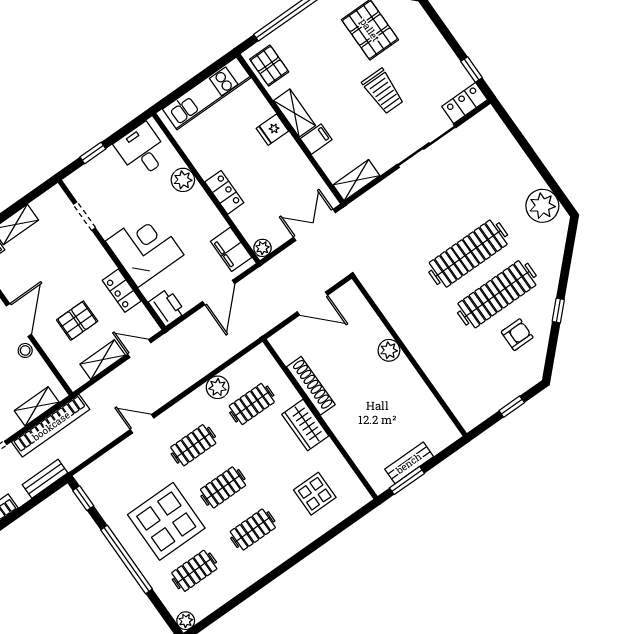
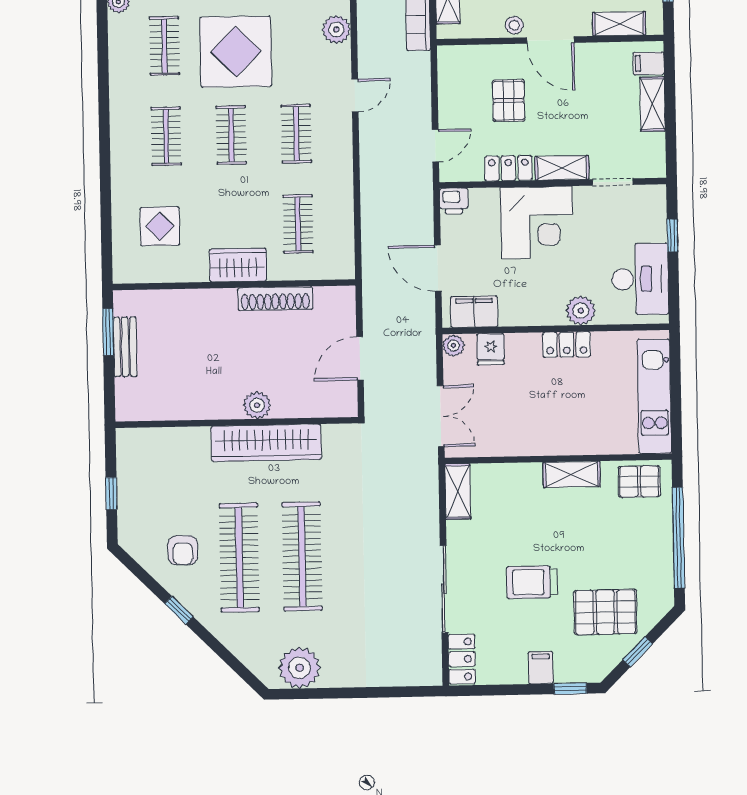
window: (472, 69) -> (570, 689), moved
fridge: (272, 130) -> (491, 349), moved, turned 180
filing cabinet: (316, 139) -> (541, 668), moved, turned 180
desk: (142, 150) -> (640, 279), width x1.37
locker: (224, 192) -> (567, 344), moved
printer: (167, 307) -> (454, 201), width x0.73, depth x0.81
wardrobe: (410, 328) -> (266, 443), added
shelving: (103, 360) -> (562, 168), moved, turned 90
plant: (218, 387) -> (336, 29), moved

